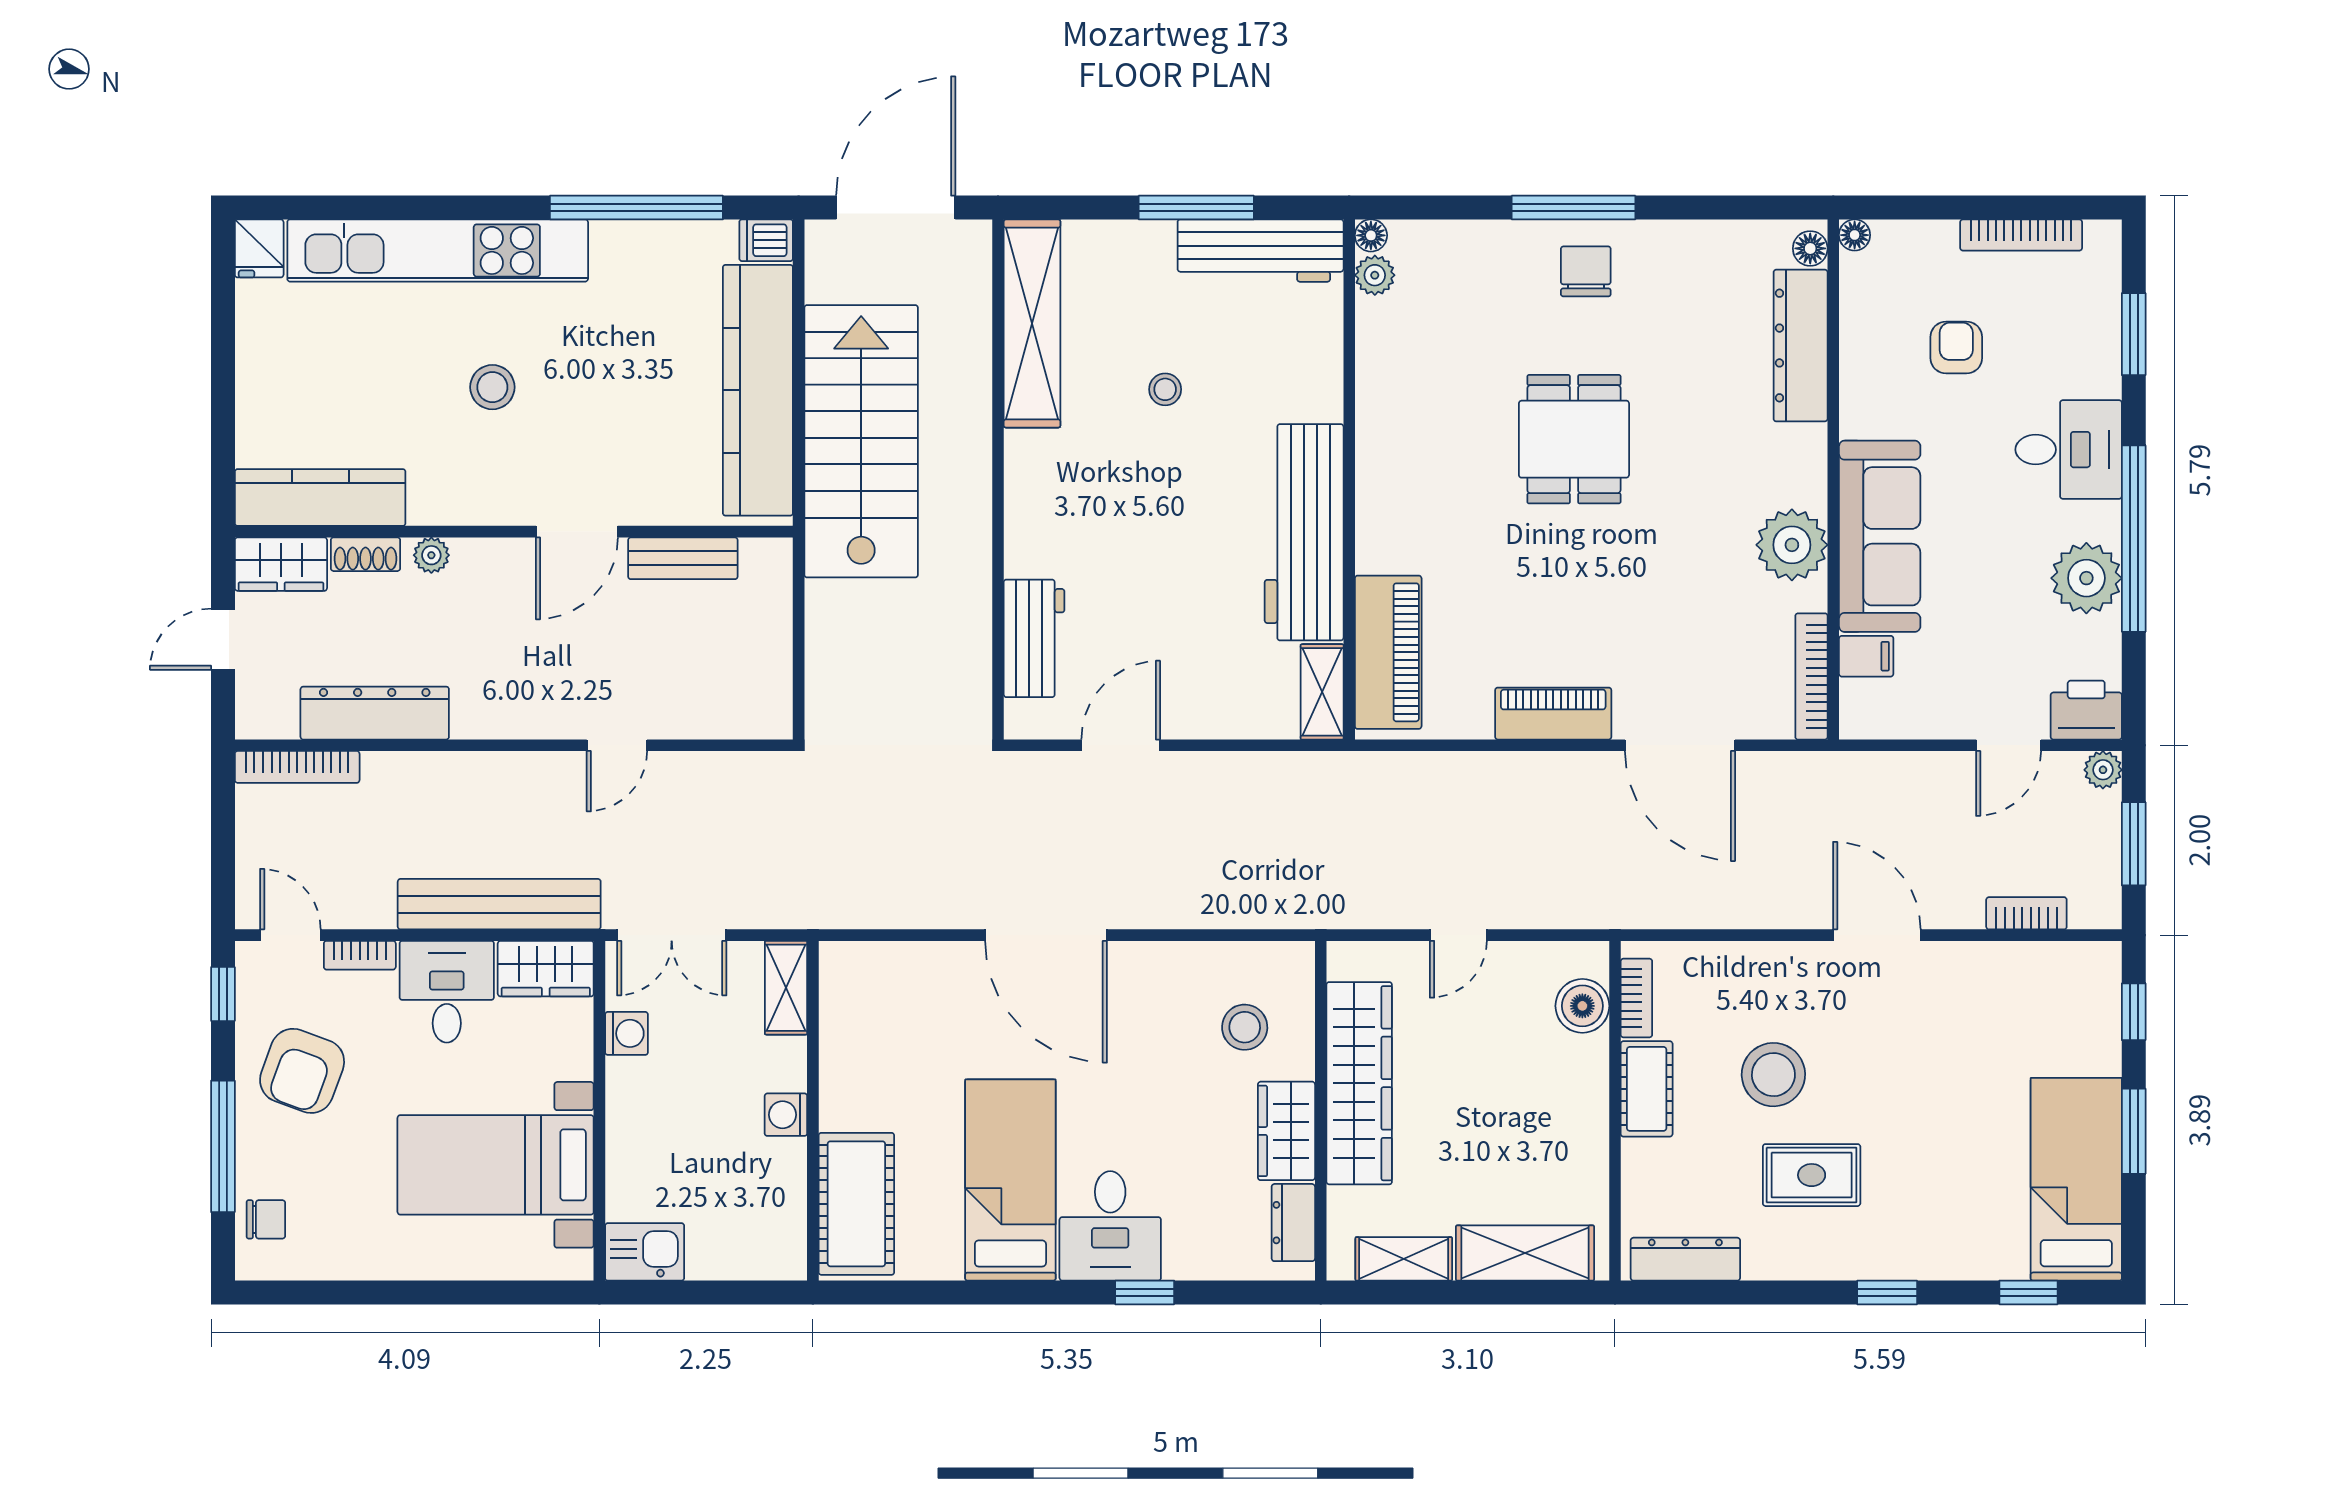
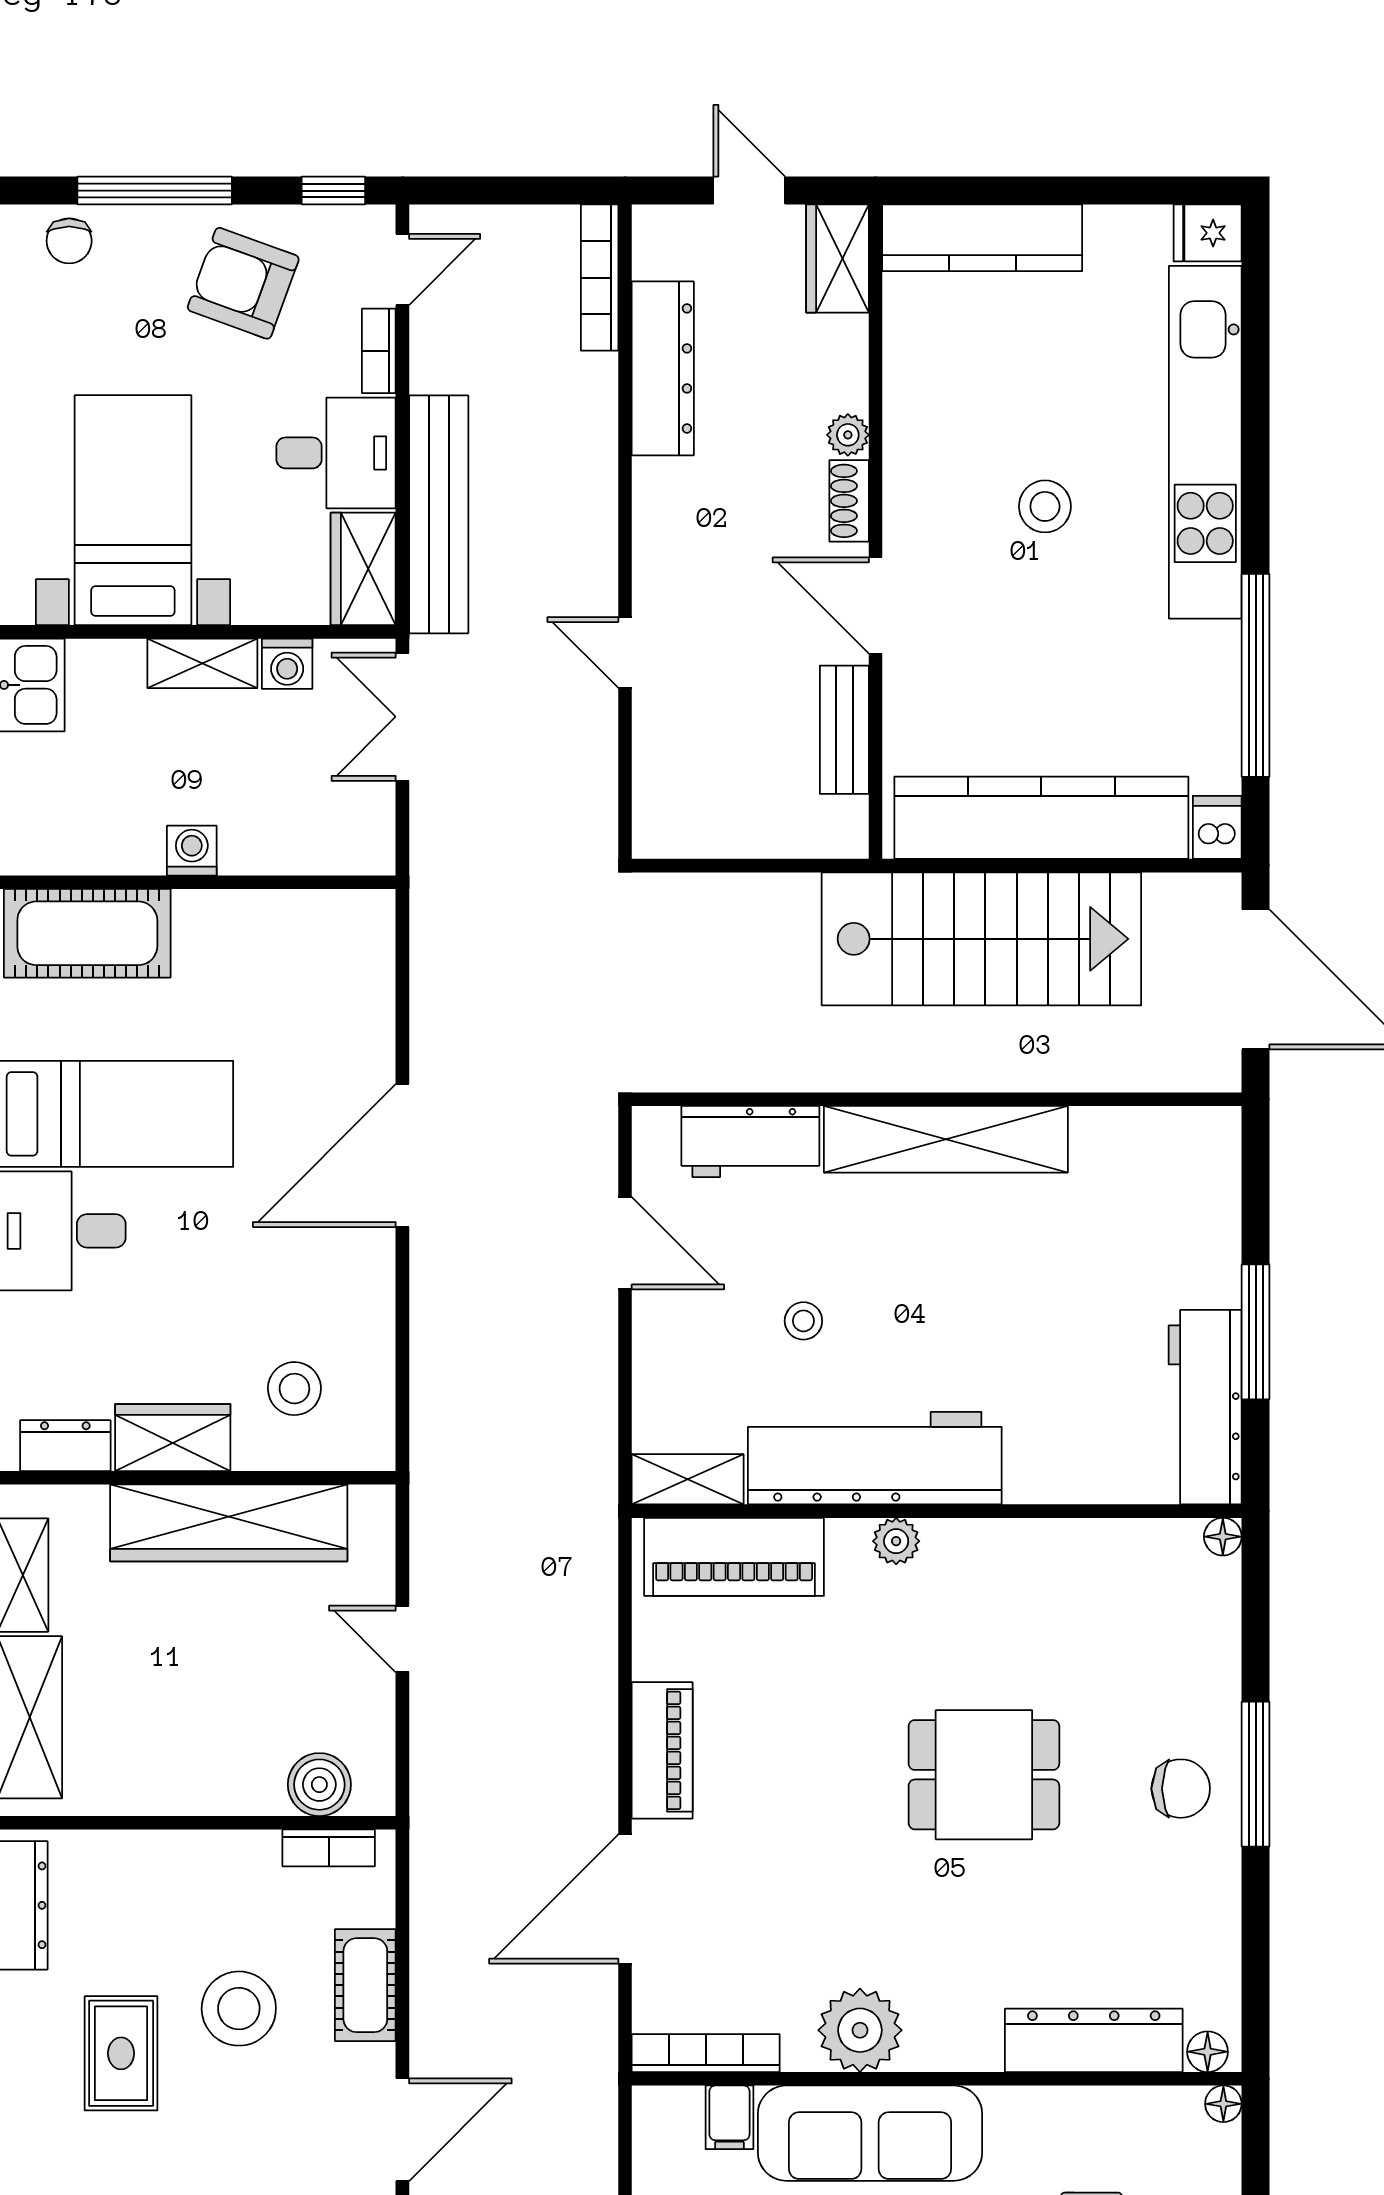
plant: (1375, 275) -> (896, 1541), moved
shelving: (1032, 324) -> (946, 1139), moved
stool: (1165, 389) -> (803, 1321), moved
kitchen counter: (320, 498) -> (982, 238), moved, turned 90
shoe rack: (365, 554) -> (849, 501), moved
shelving: (786, 988) -> (202, 663), moved
cot: (1647, 1089) -> (365, 1985), moved, turned 90

